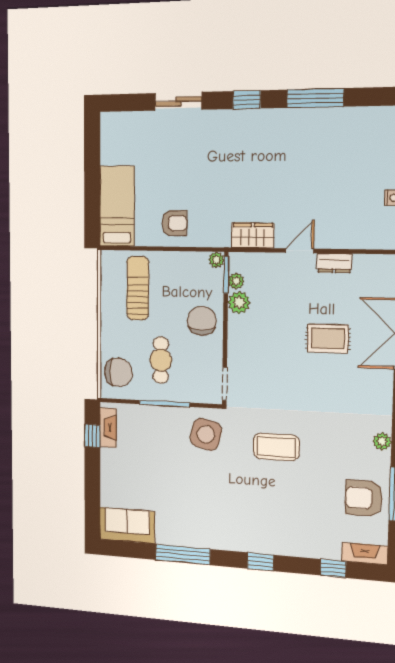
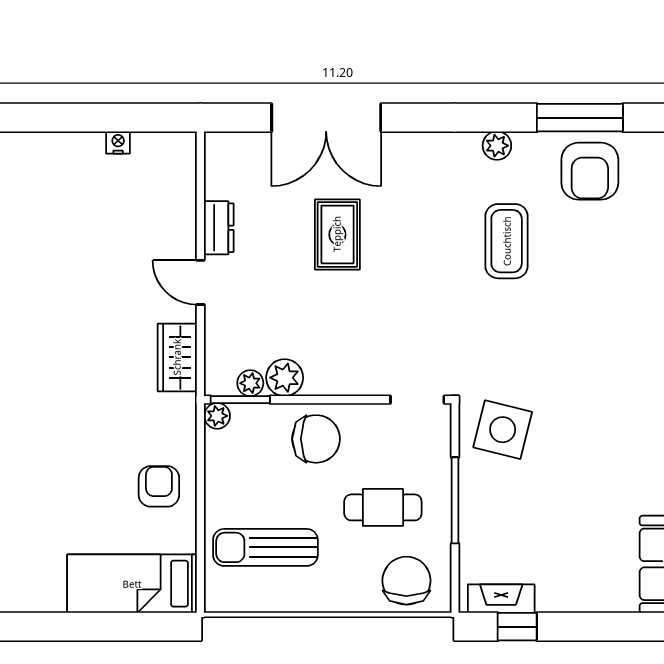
chair: (202, 321) -> (316, 439), turned 180
coffee table: (276, 447) -> (507, 241), moved

